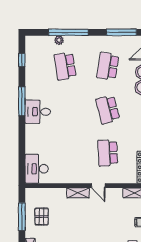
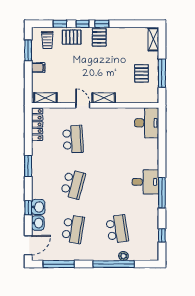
school desk: (108, 110) -> (73, 184), turned 30

